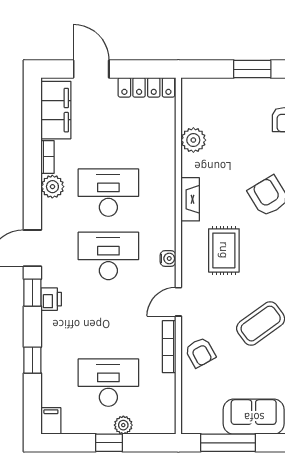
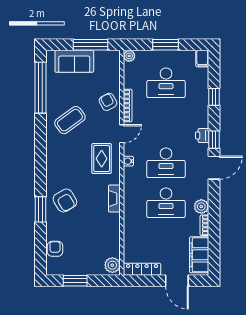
plant: (193, 140) -> (112, 265), moved
rug: (224, 250) -> (102, 159), moved
plant: (123, 425) -> (129, 56), moved
window: (109, 443) -> (166, 45), width x1.50

